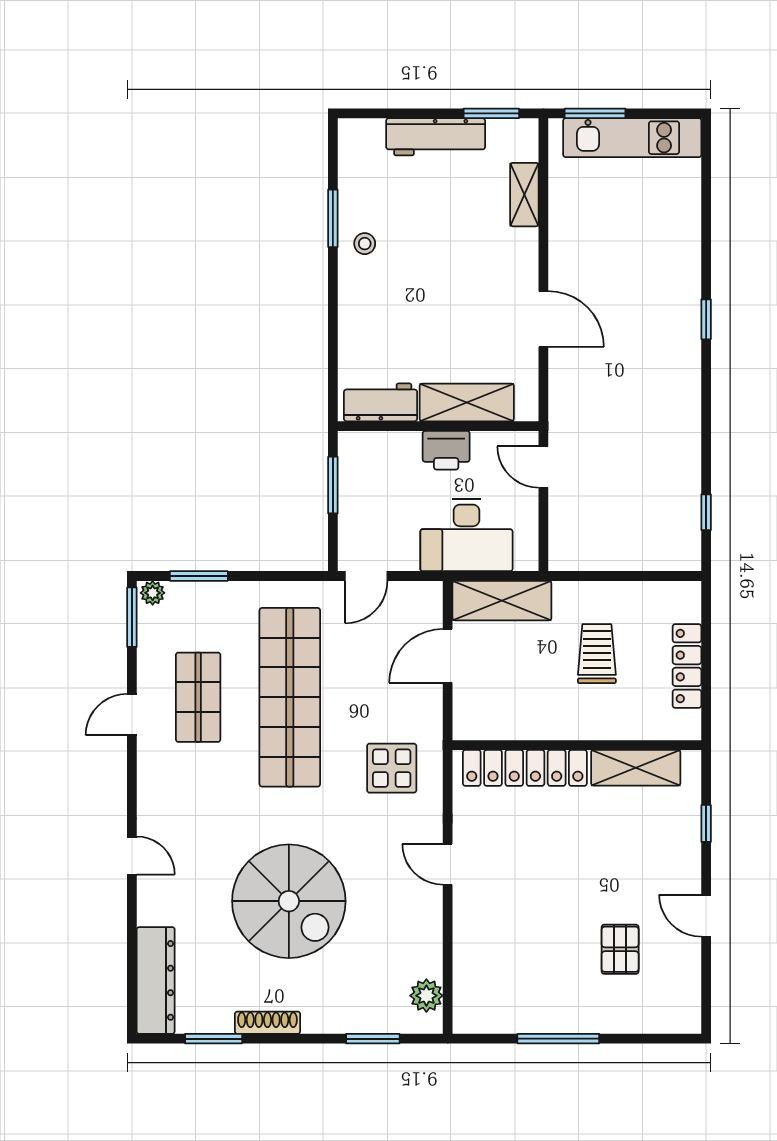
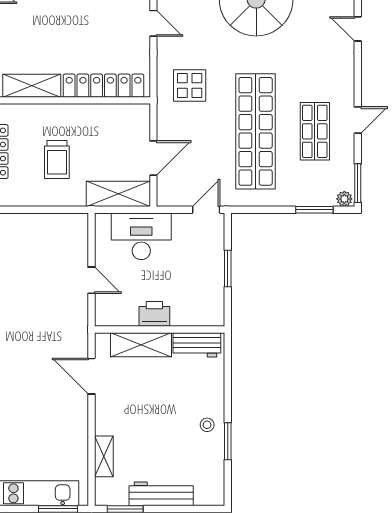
workbench: (381, 402) -> (197, 345), moved
shelving: (467, 402) -> (141, 345), moved
wall: (438, 426) -> (160, 329), moved
printer: (446, 450) -> (154, 314), moved

